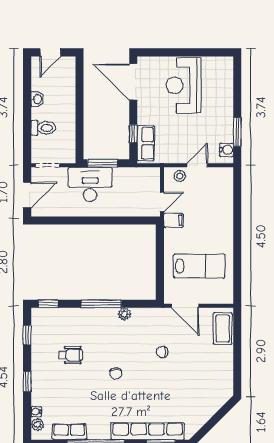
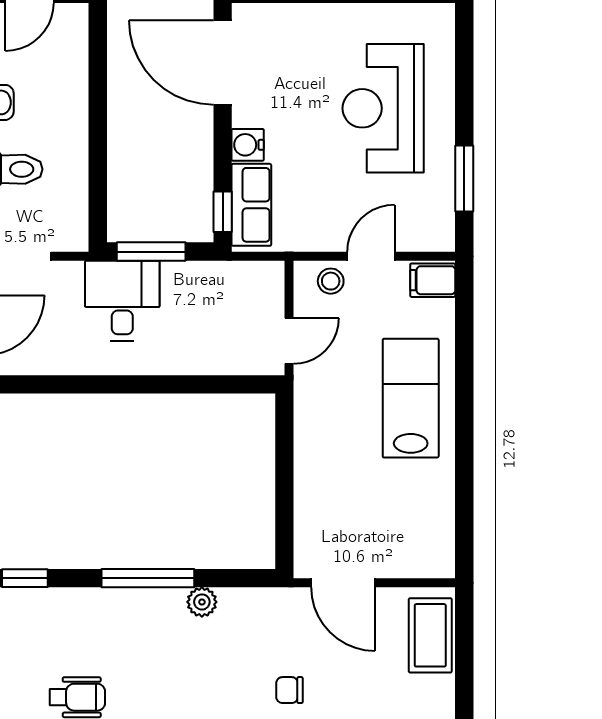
reception desk: (184, 85) -> (383, 108), moved
window: (133, 134) -> (223, 212), moved
water cooler: (227, 150) -> (248, 145), moved, turned 180
desk: (90, 184) -> (122, 301), width x0.73
filing cabinet: (173, 220) -> (433, 280), moved, turned 180
lab bench: (199, 266) -> (411, 398), moved, turned -90

